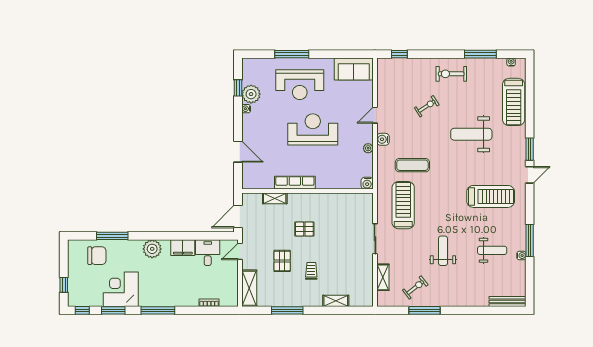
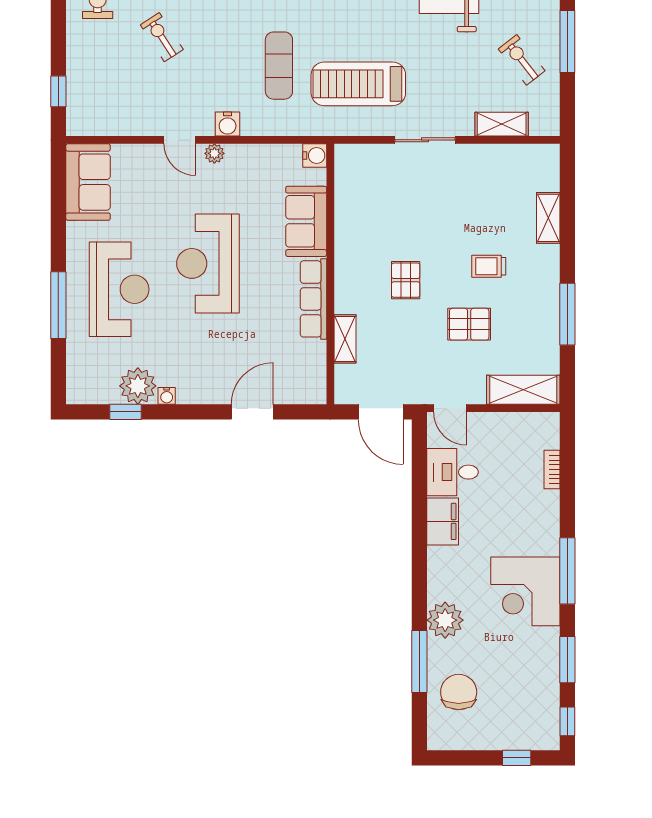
plant: (368, 148) -> (214, 153), moved
sofa: (334, 179) -> (306, 221), added
plant: (152, 249) -> (445, 620), moved
corner desk: (121, 289) -> (525, 591), moved

